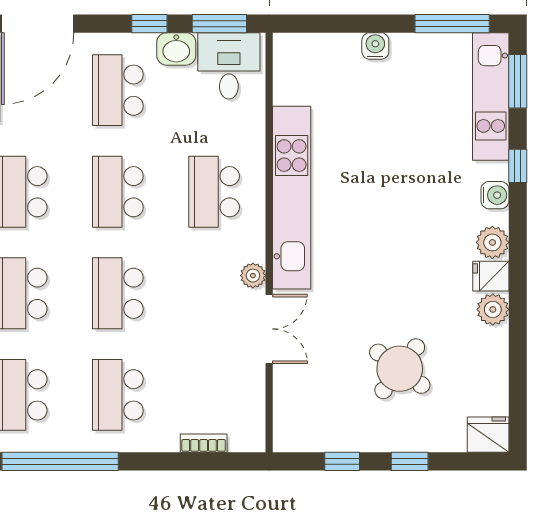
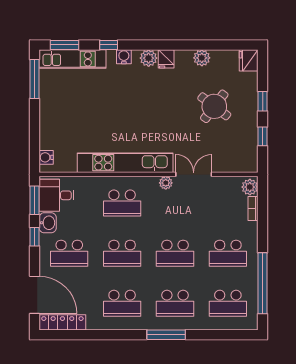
water cooler: (375, 46) -> (46, 157), moved
plant: (493, 309) -> (202, 58), moved
plant: (245, 437) -> (250, 187), added

